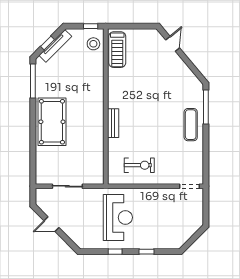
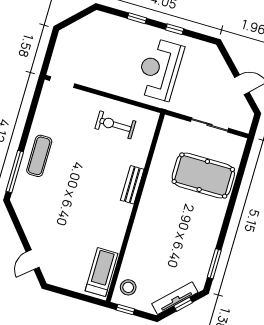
window: (33, 81) -> (214, 264), width x0.69
pool table: (52, 122) -> (203, 175), moved, turned 90

